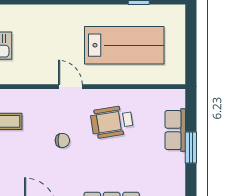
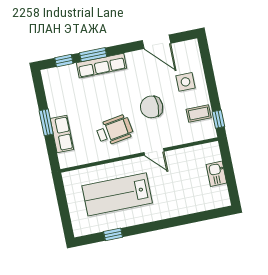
chair: (62, 140) -> (152, 107), width x1.87, depth x1.87
side table: (16, 162) -> (185, 82), added

